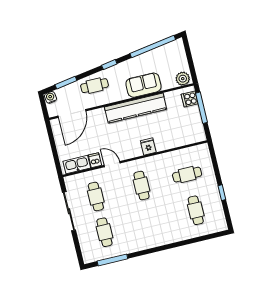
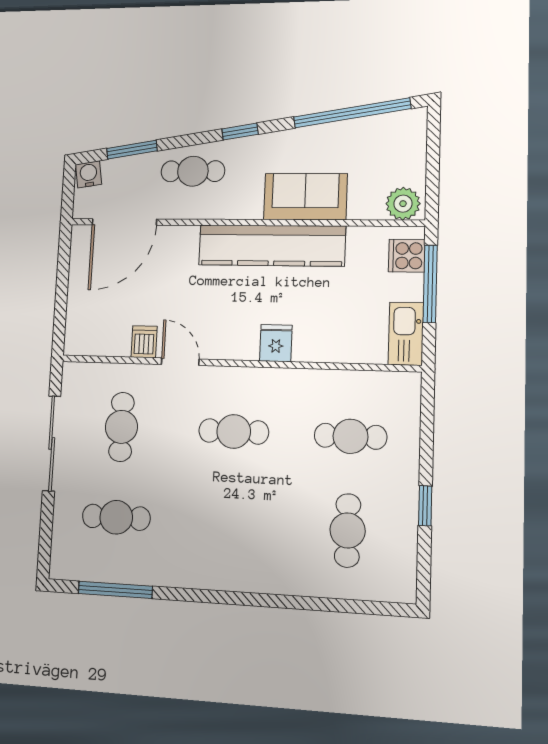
kitchen sink: (77, 165) -> (406, 334), moved, turned -90
cafe table: (141, 186) -> (234, 431), turned 90
cafe table: (104, 232) -> (116, 517), turned 90

